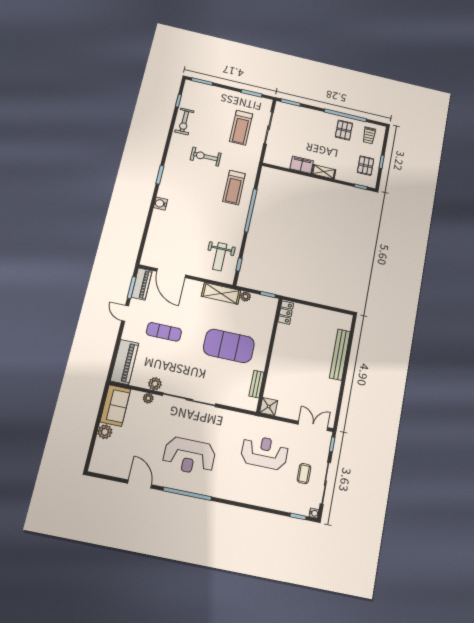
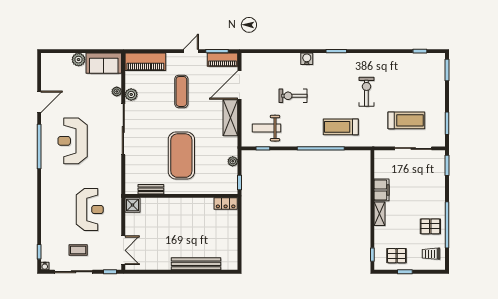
exercise bike: (184, 121) -> (293, 96), moved
treadmill: (241, 128) -> (406, 120), turned 180
shelving: (221, 293) -> (230, 118), moved

